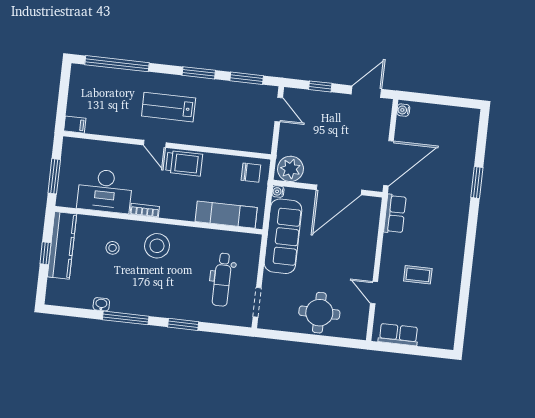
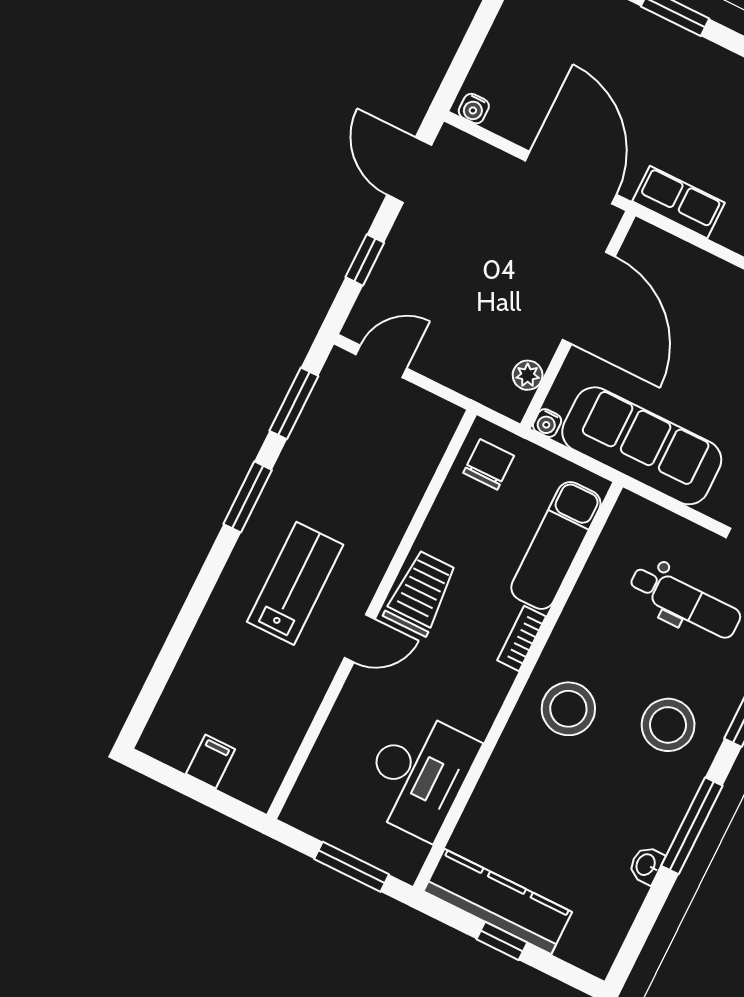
window: (117, 64) -> (169, 656), removed
lab bench: (169, 107) -> (295, 583), turned 180
filing cabinet: (75, 125) -> (211, 762), moved
plant: (290, 169) -> (528, 375), width x0.53, depth x0.53
bookcase: (145, 210) -> (522, 638), moved
stool: (113, 248) -> (668, 725), moved, width x1.89, depth x1.89

